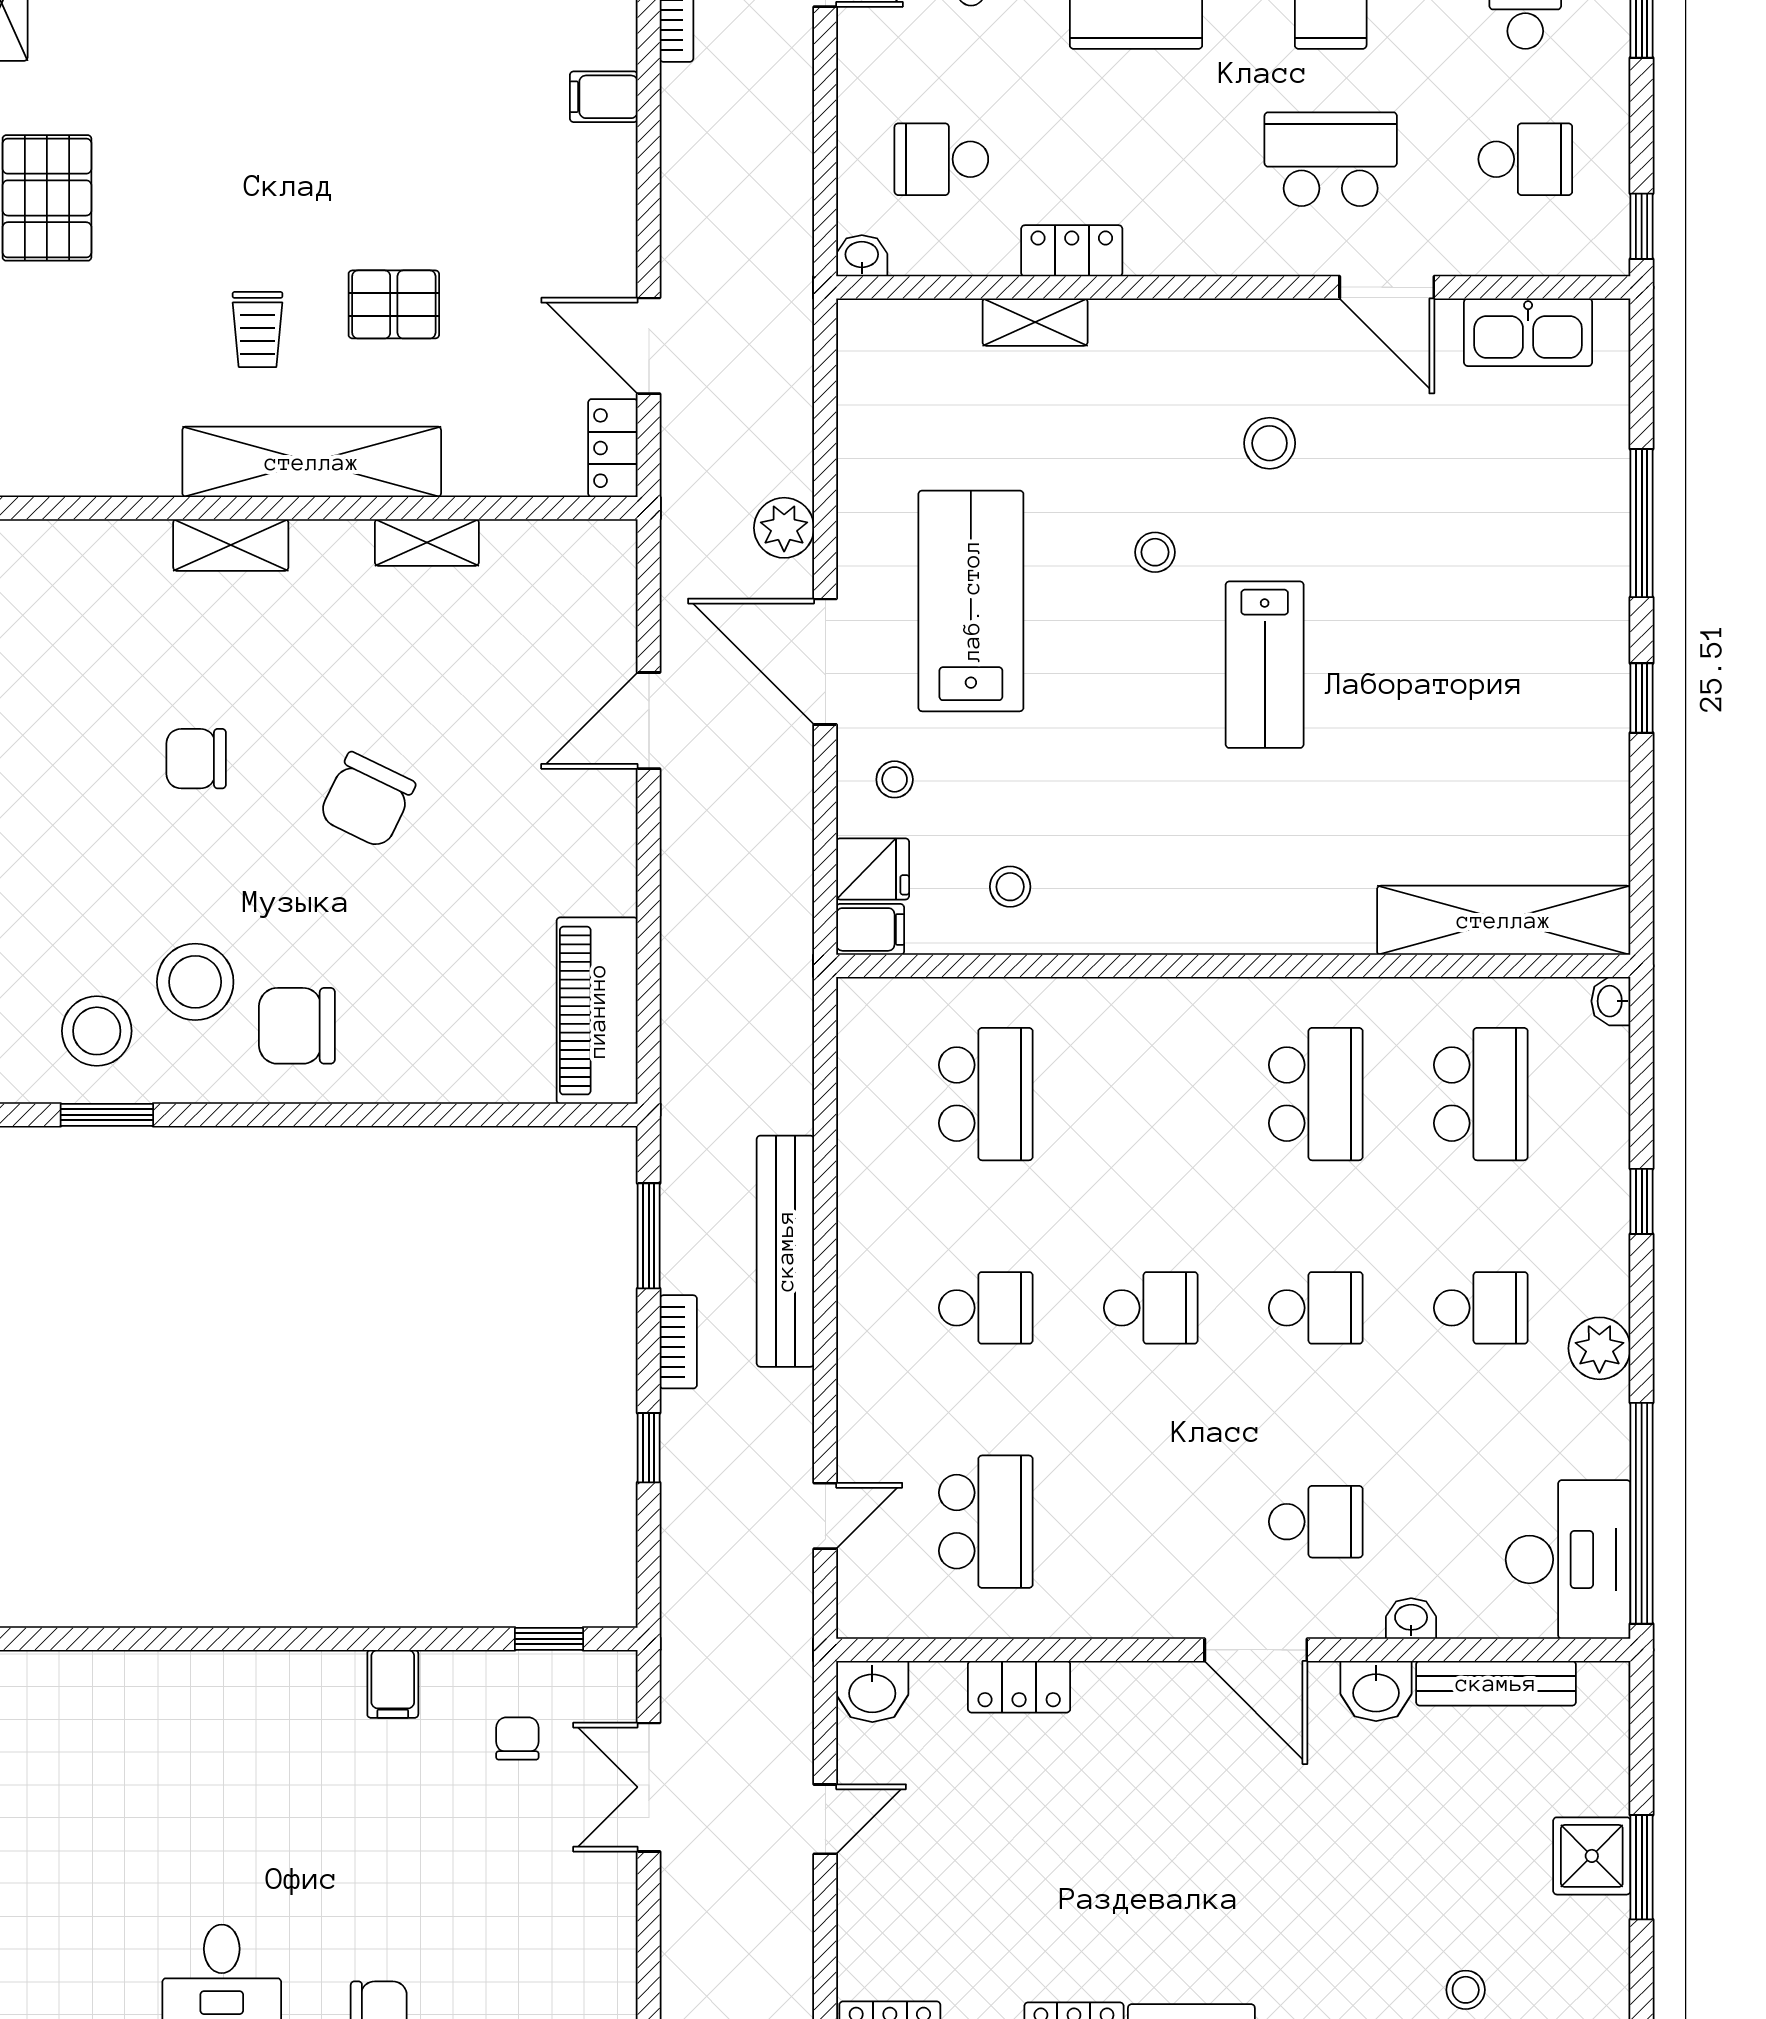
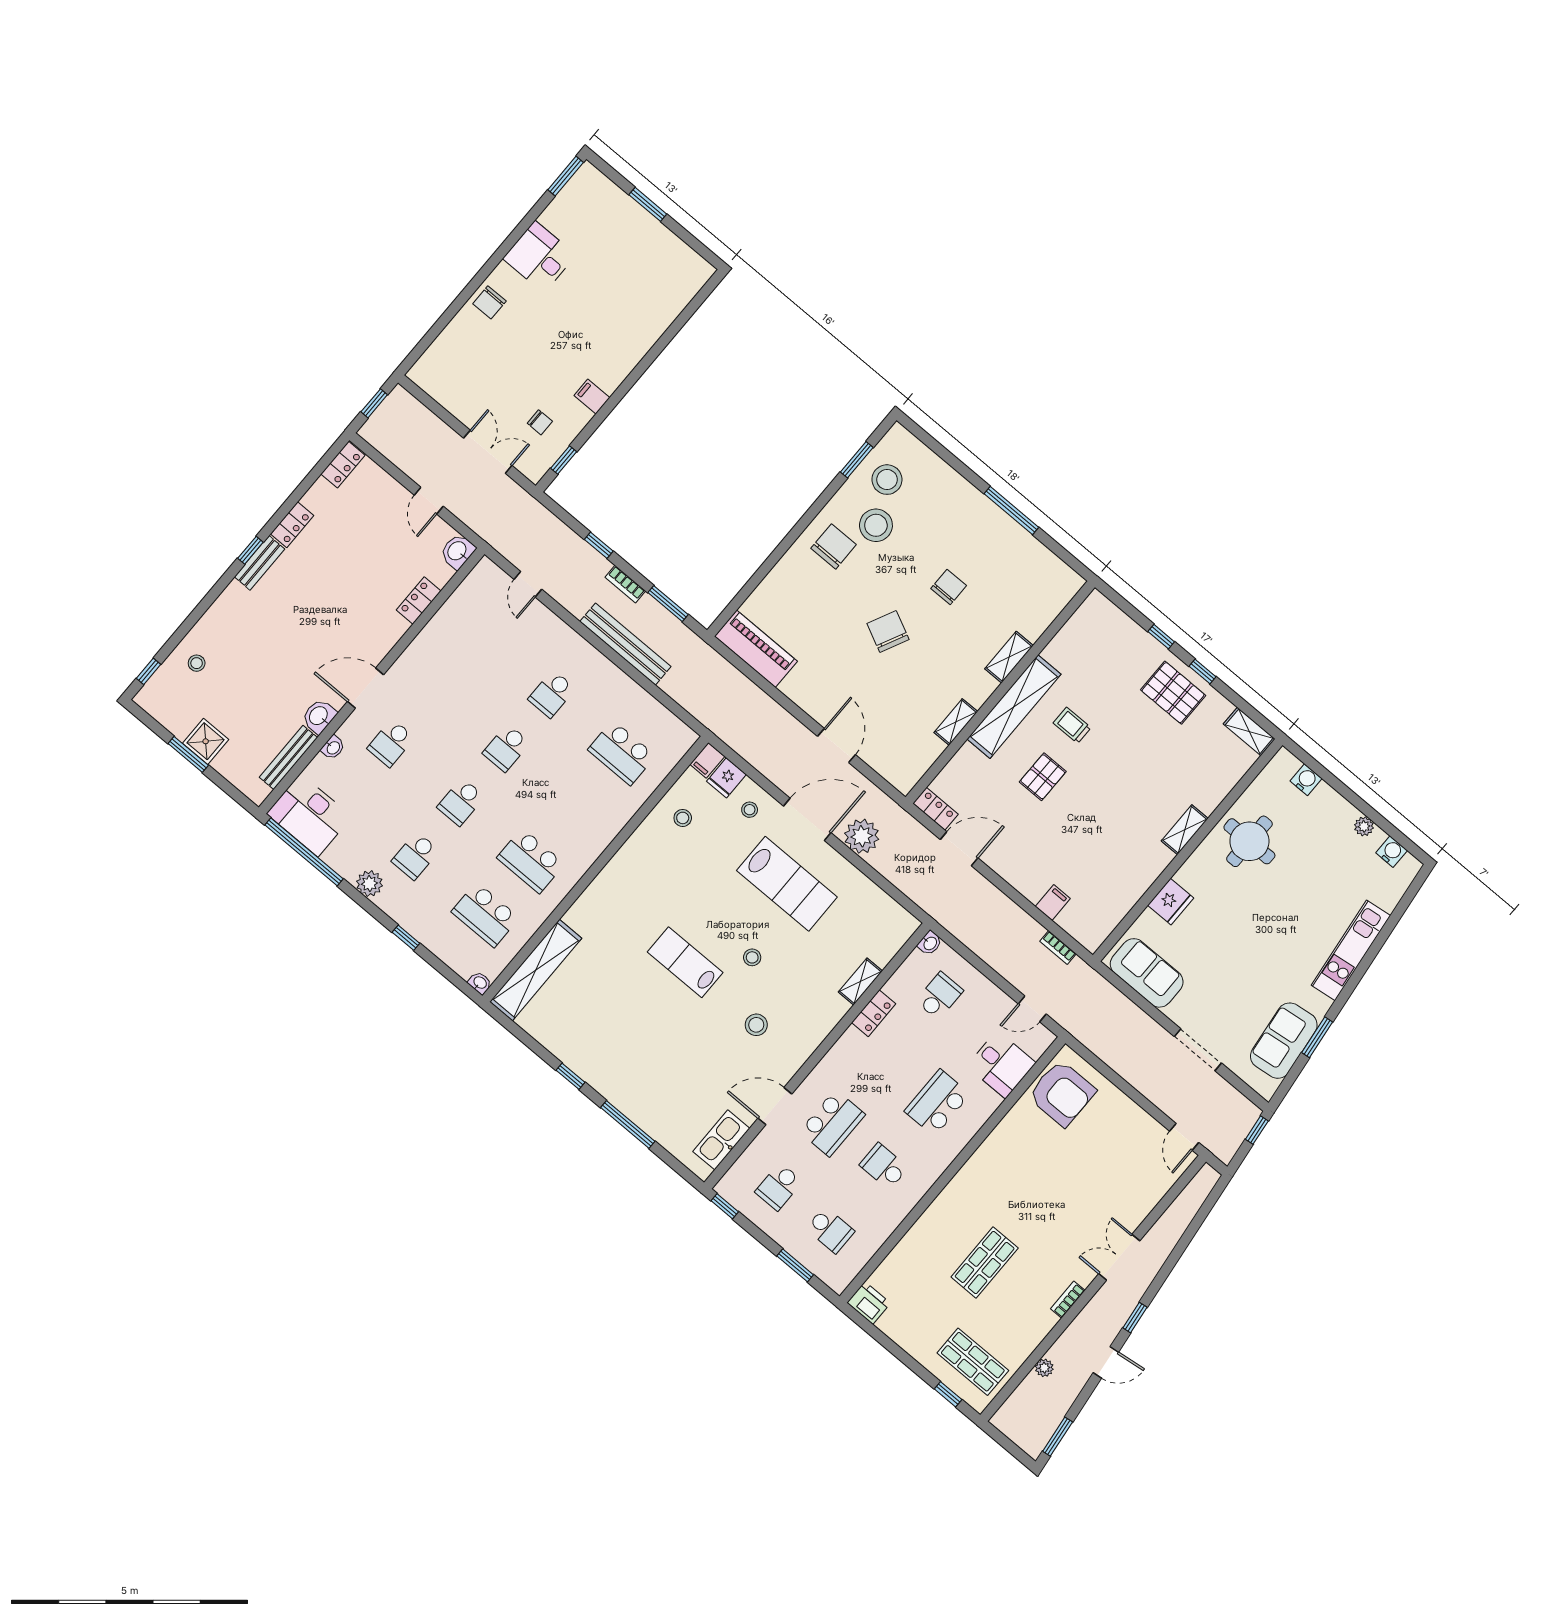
plant: (784, 528) -> (862, 836), width x1.36, depth x1.36
school desk: (986, 1522) -> (482, 635), removed

